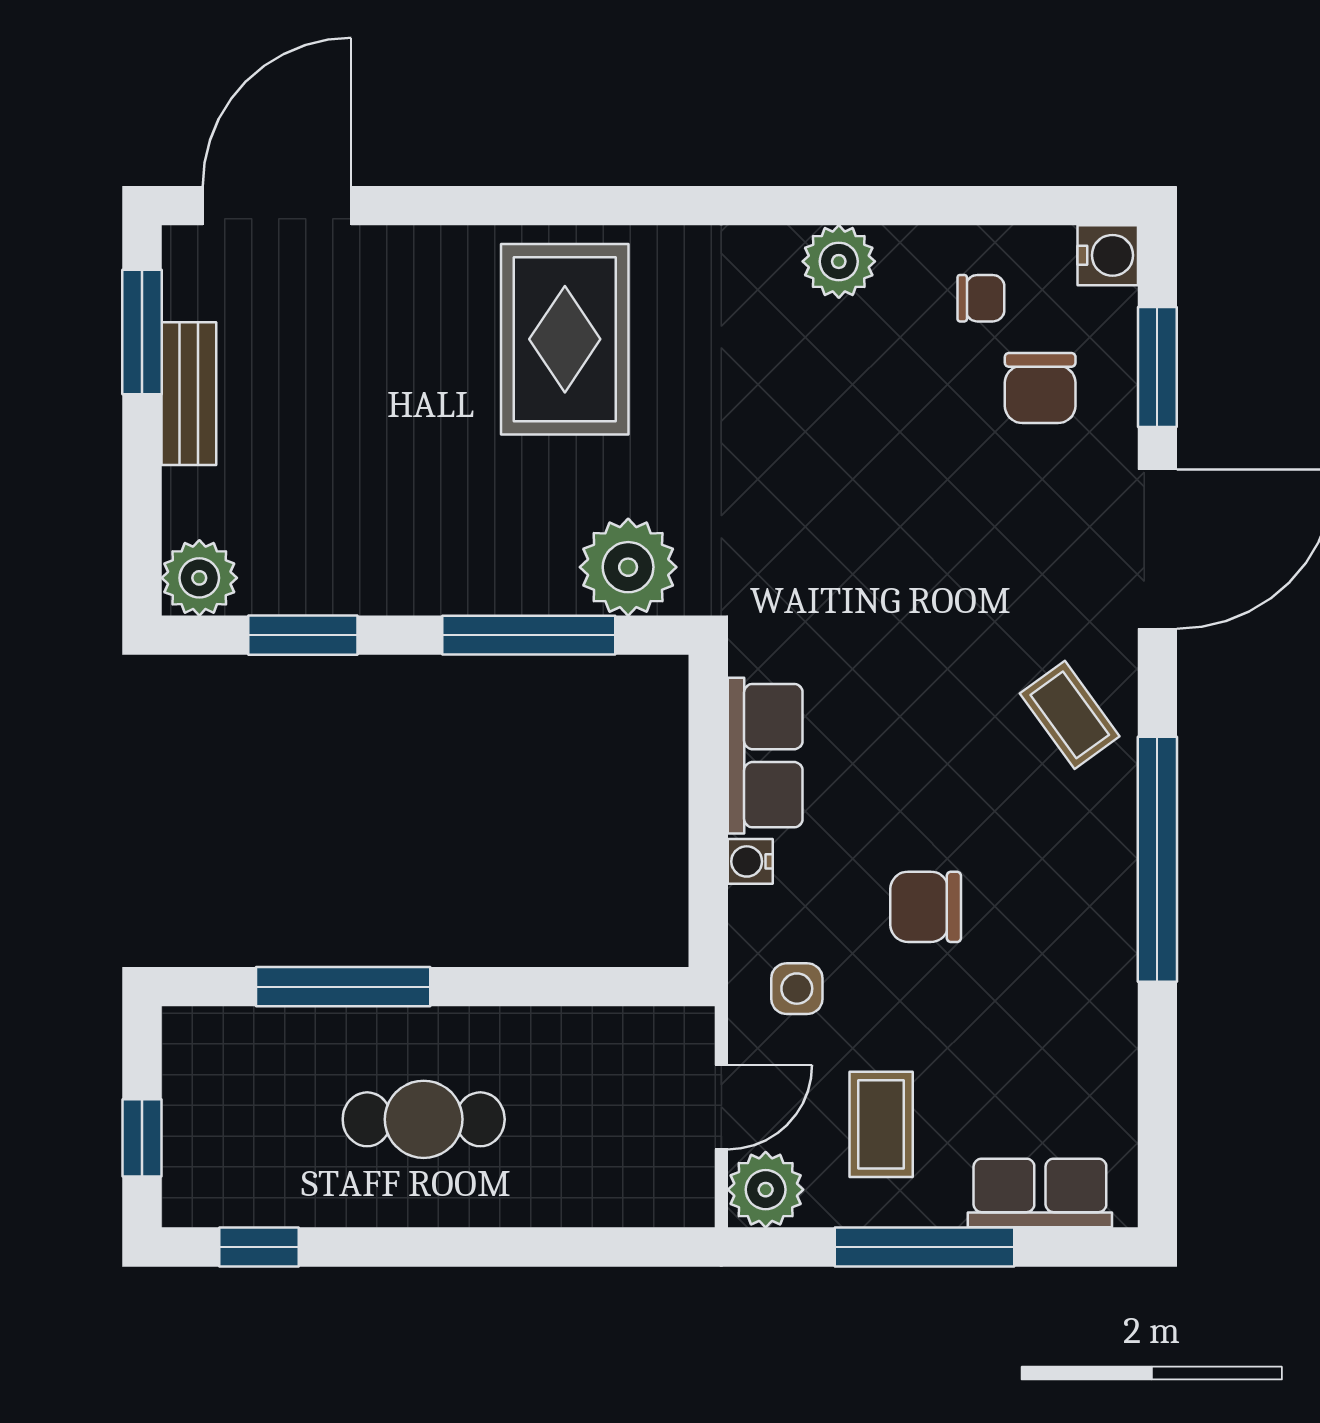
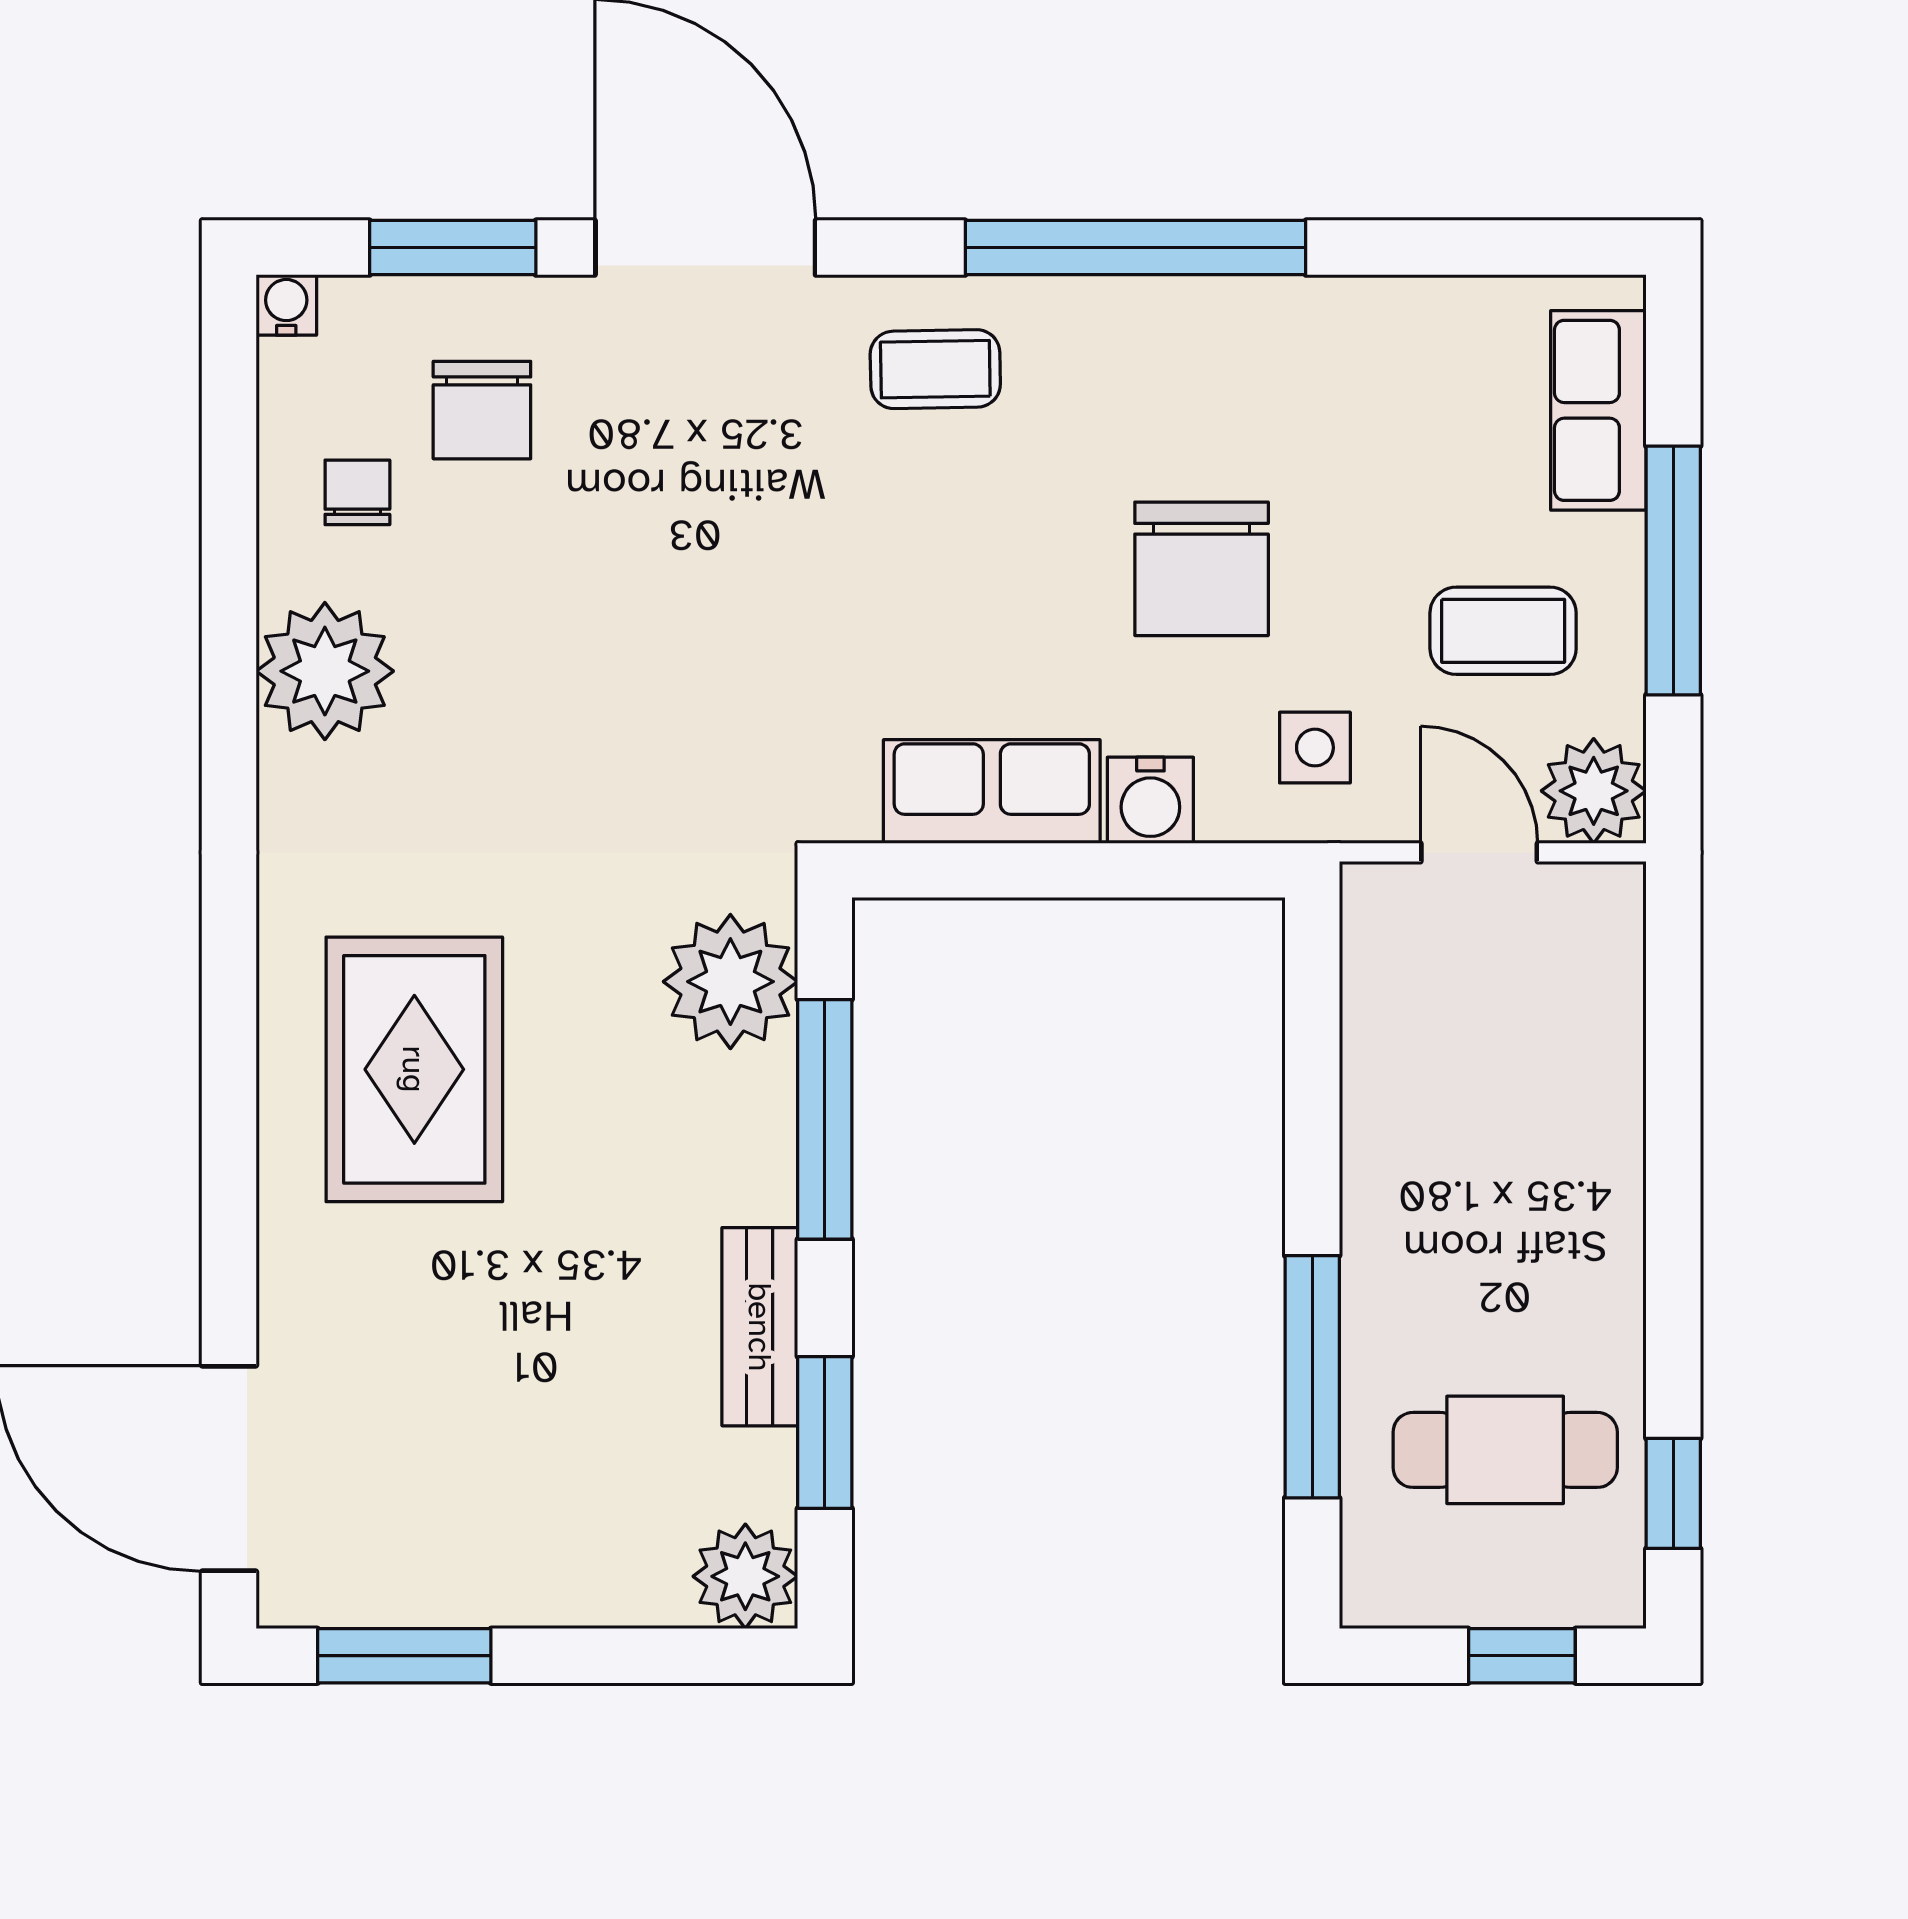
water cooler: (1108, 255) -> (286, 305), width x0.72, depth x0.72
plant: (839, 261) -> (325, 671), width x1.36, depth x1.36
rug: (565, 339) -> (414, 1069), turned 90
chair: (1040, 388) -> (482, 410), turned 90
bench: (189, 394) -> (760, 1327), moved, turned 90
coffee table: (1070, 715) -> (935, 369), turned 35
water cooler: (750, 861) -> (1150, 800), width x1.38, depth x1.38
chair: (926, 907) -> (1202, 569), width x1.37, depth x1.37
cafe table: (424, 1119) -> (1505, 1450), moved, turned 90

